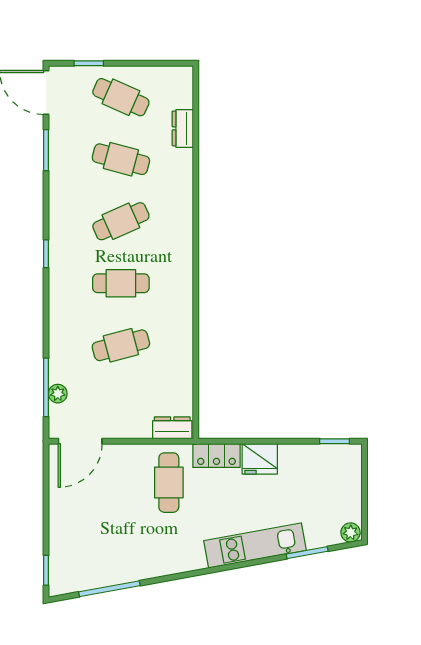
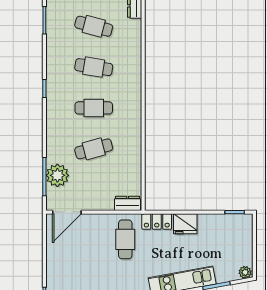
cafe table: (121, 221) -> (94, 67), turned 33
plant: (58, 394) -> (57, 175), width x1.87, depth x1.87

